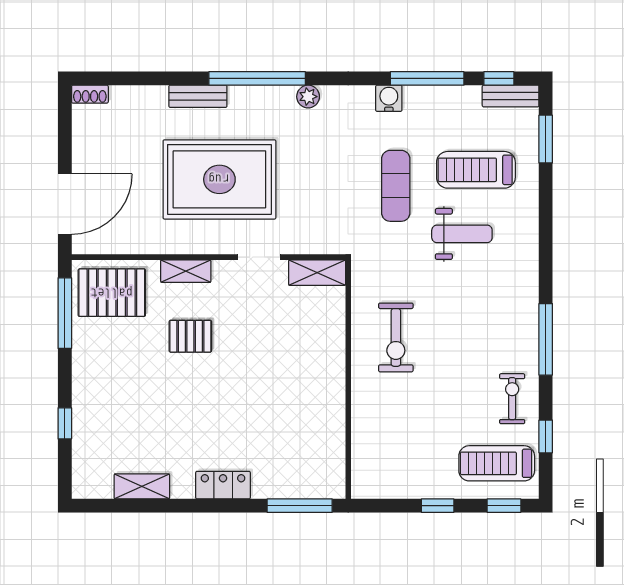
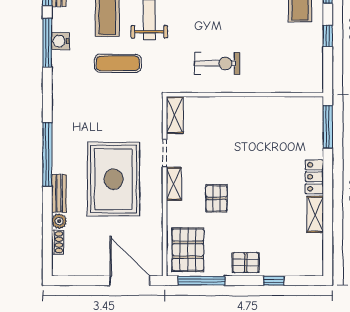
shoe rack: (90, 94) -> (58, 242), moved
plant: (308, 97) -> (59, 221), moved
water cooler: (389, 98) -> (60, 41), moved
shelving: (186, 271) -> (174, 184), moved
pallet: (92, 381) -> (246, 263), added
shelving: (142, 486) -> (315, 214), moved

